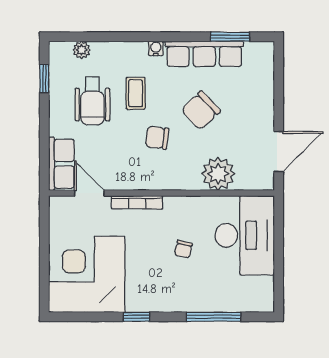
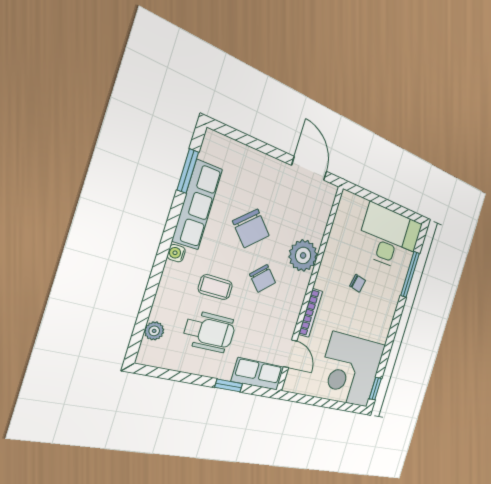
window: (44, 79) -> (229, 385), moved
chair: (157, 138) -> (263, 278), turned -51
plant: (218, 174) -> (303, 255), moved
door: (89, 193) -> (290, 354), swing flipped
desk: (245, 235) -> (390, 238), moved
window: (136, 317) -> (375, 389), moved

